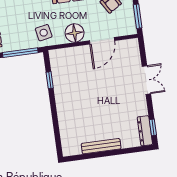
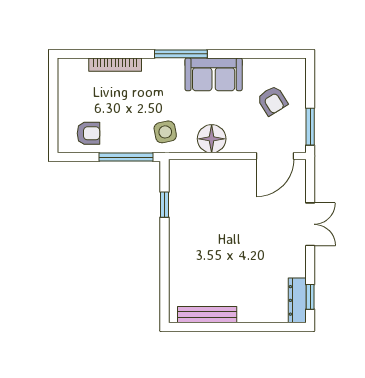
door: (102, 41) -> (275, 156), moved
bench: (101, 146) -> (207, 315), moved

